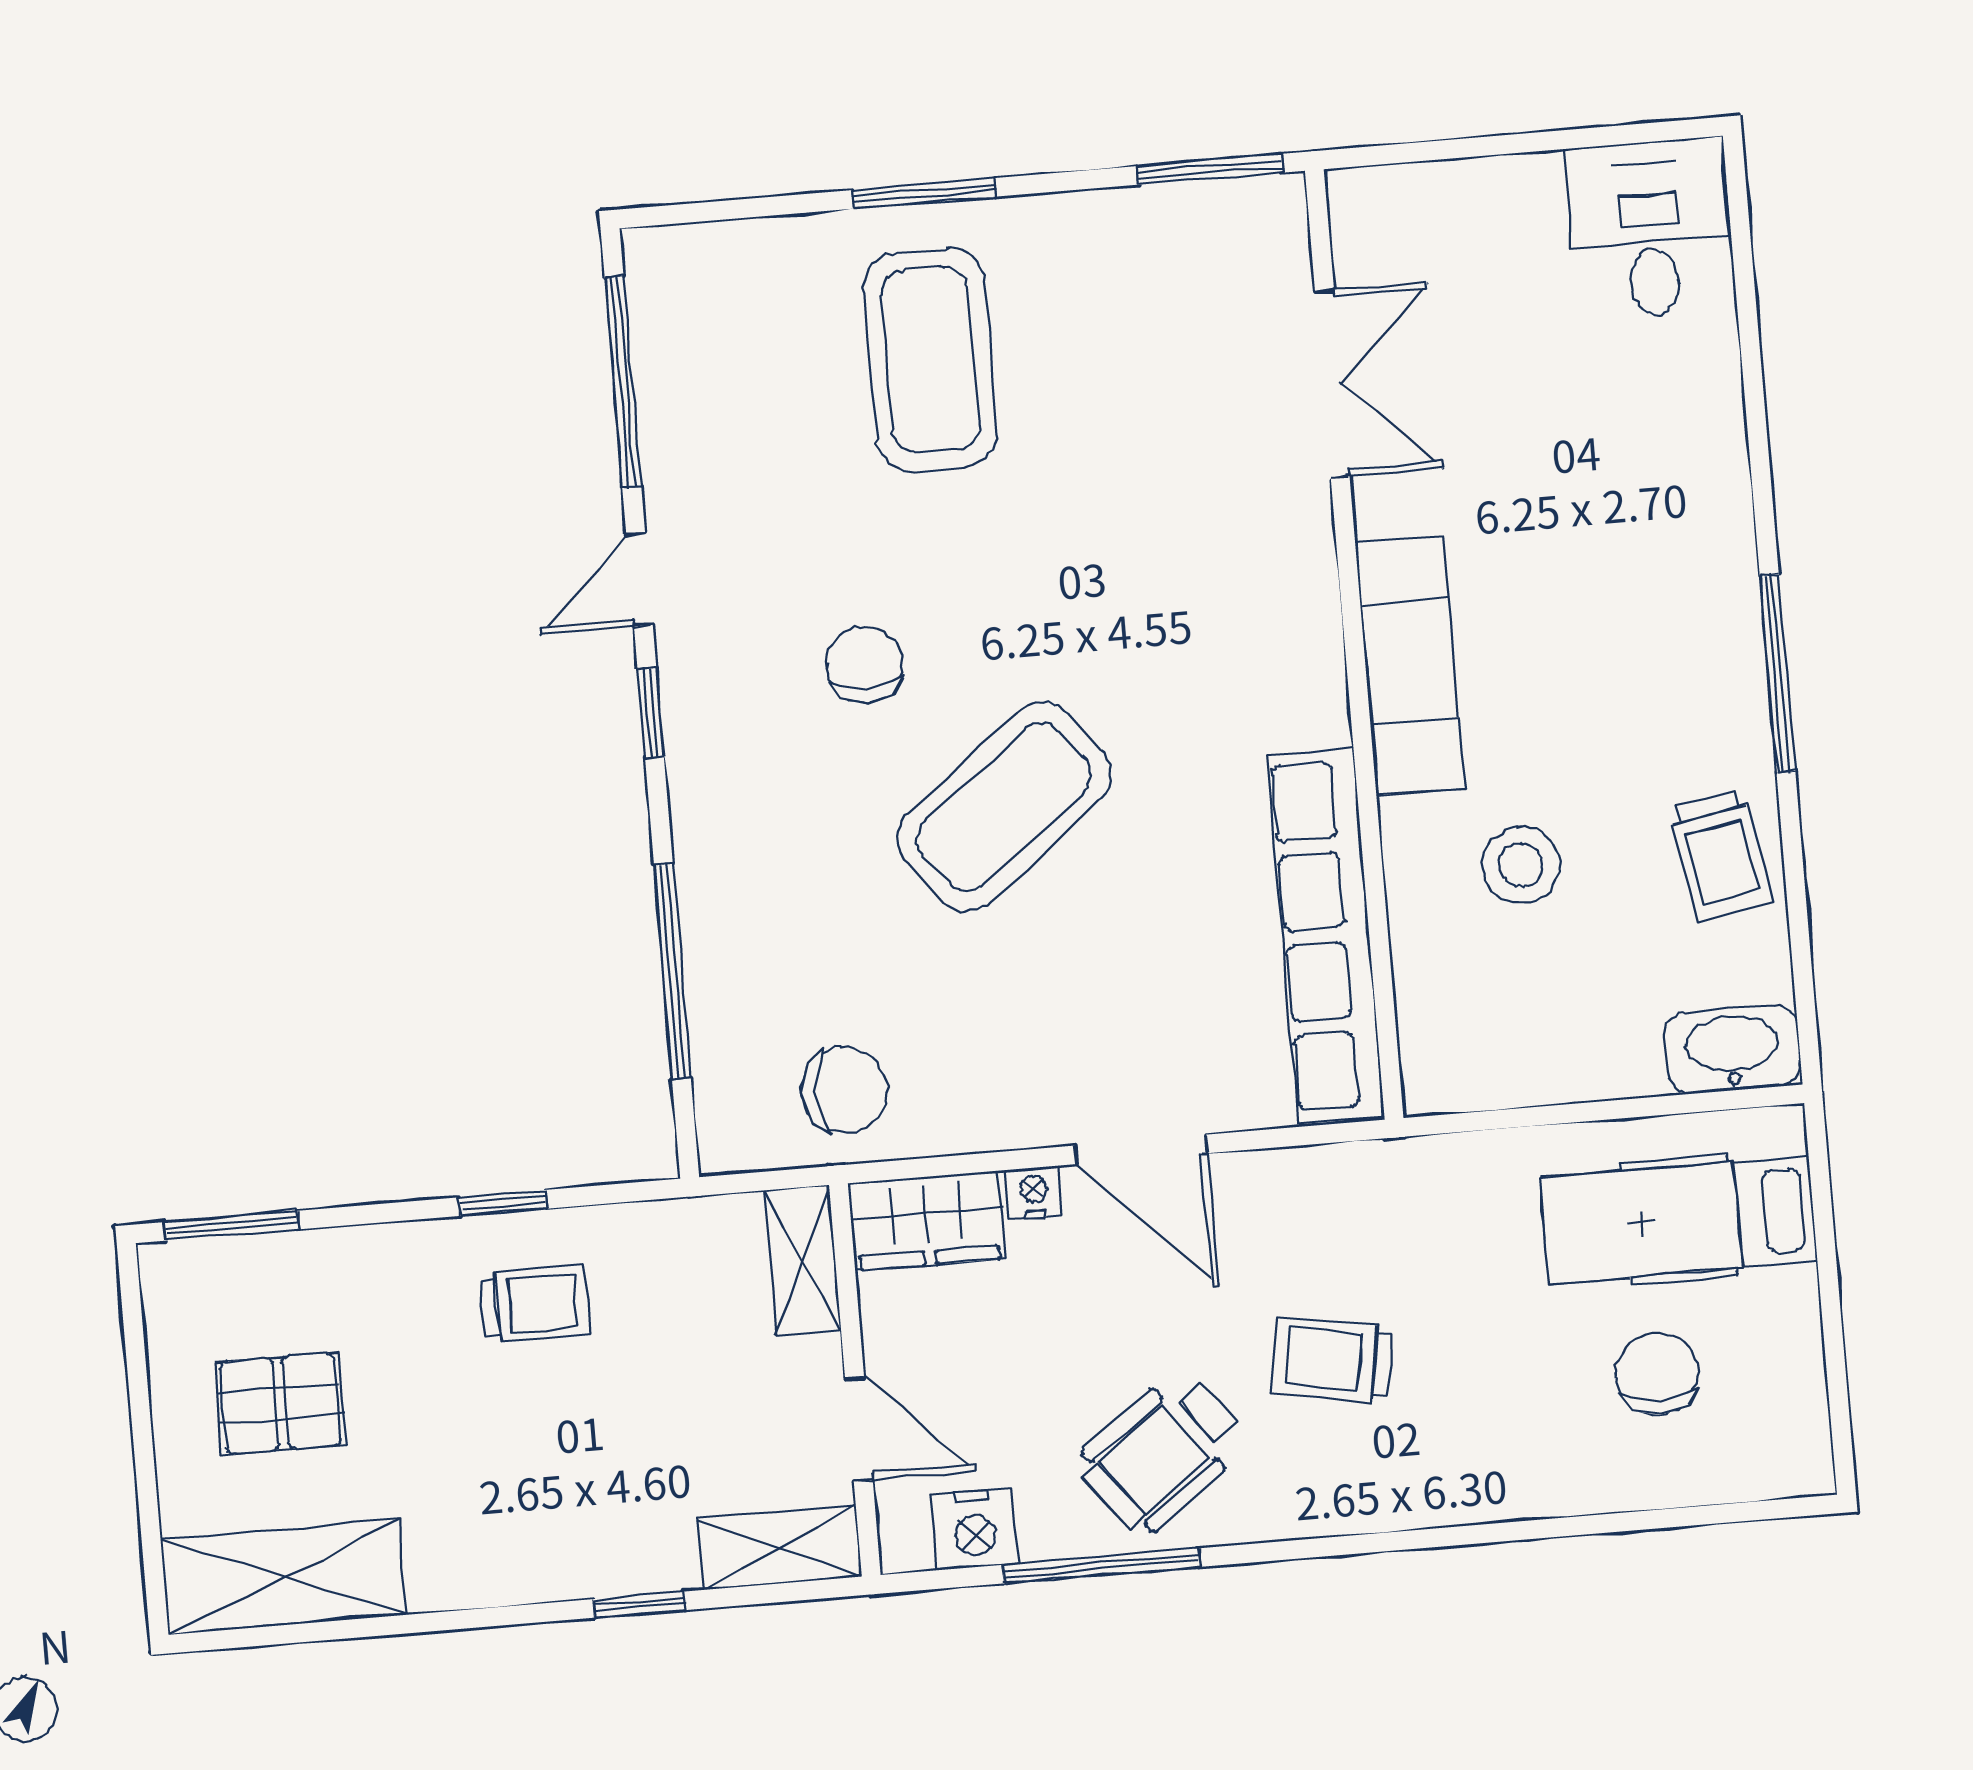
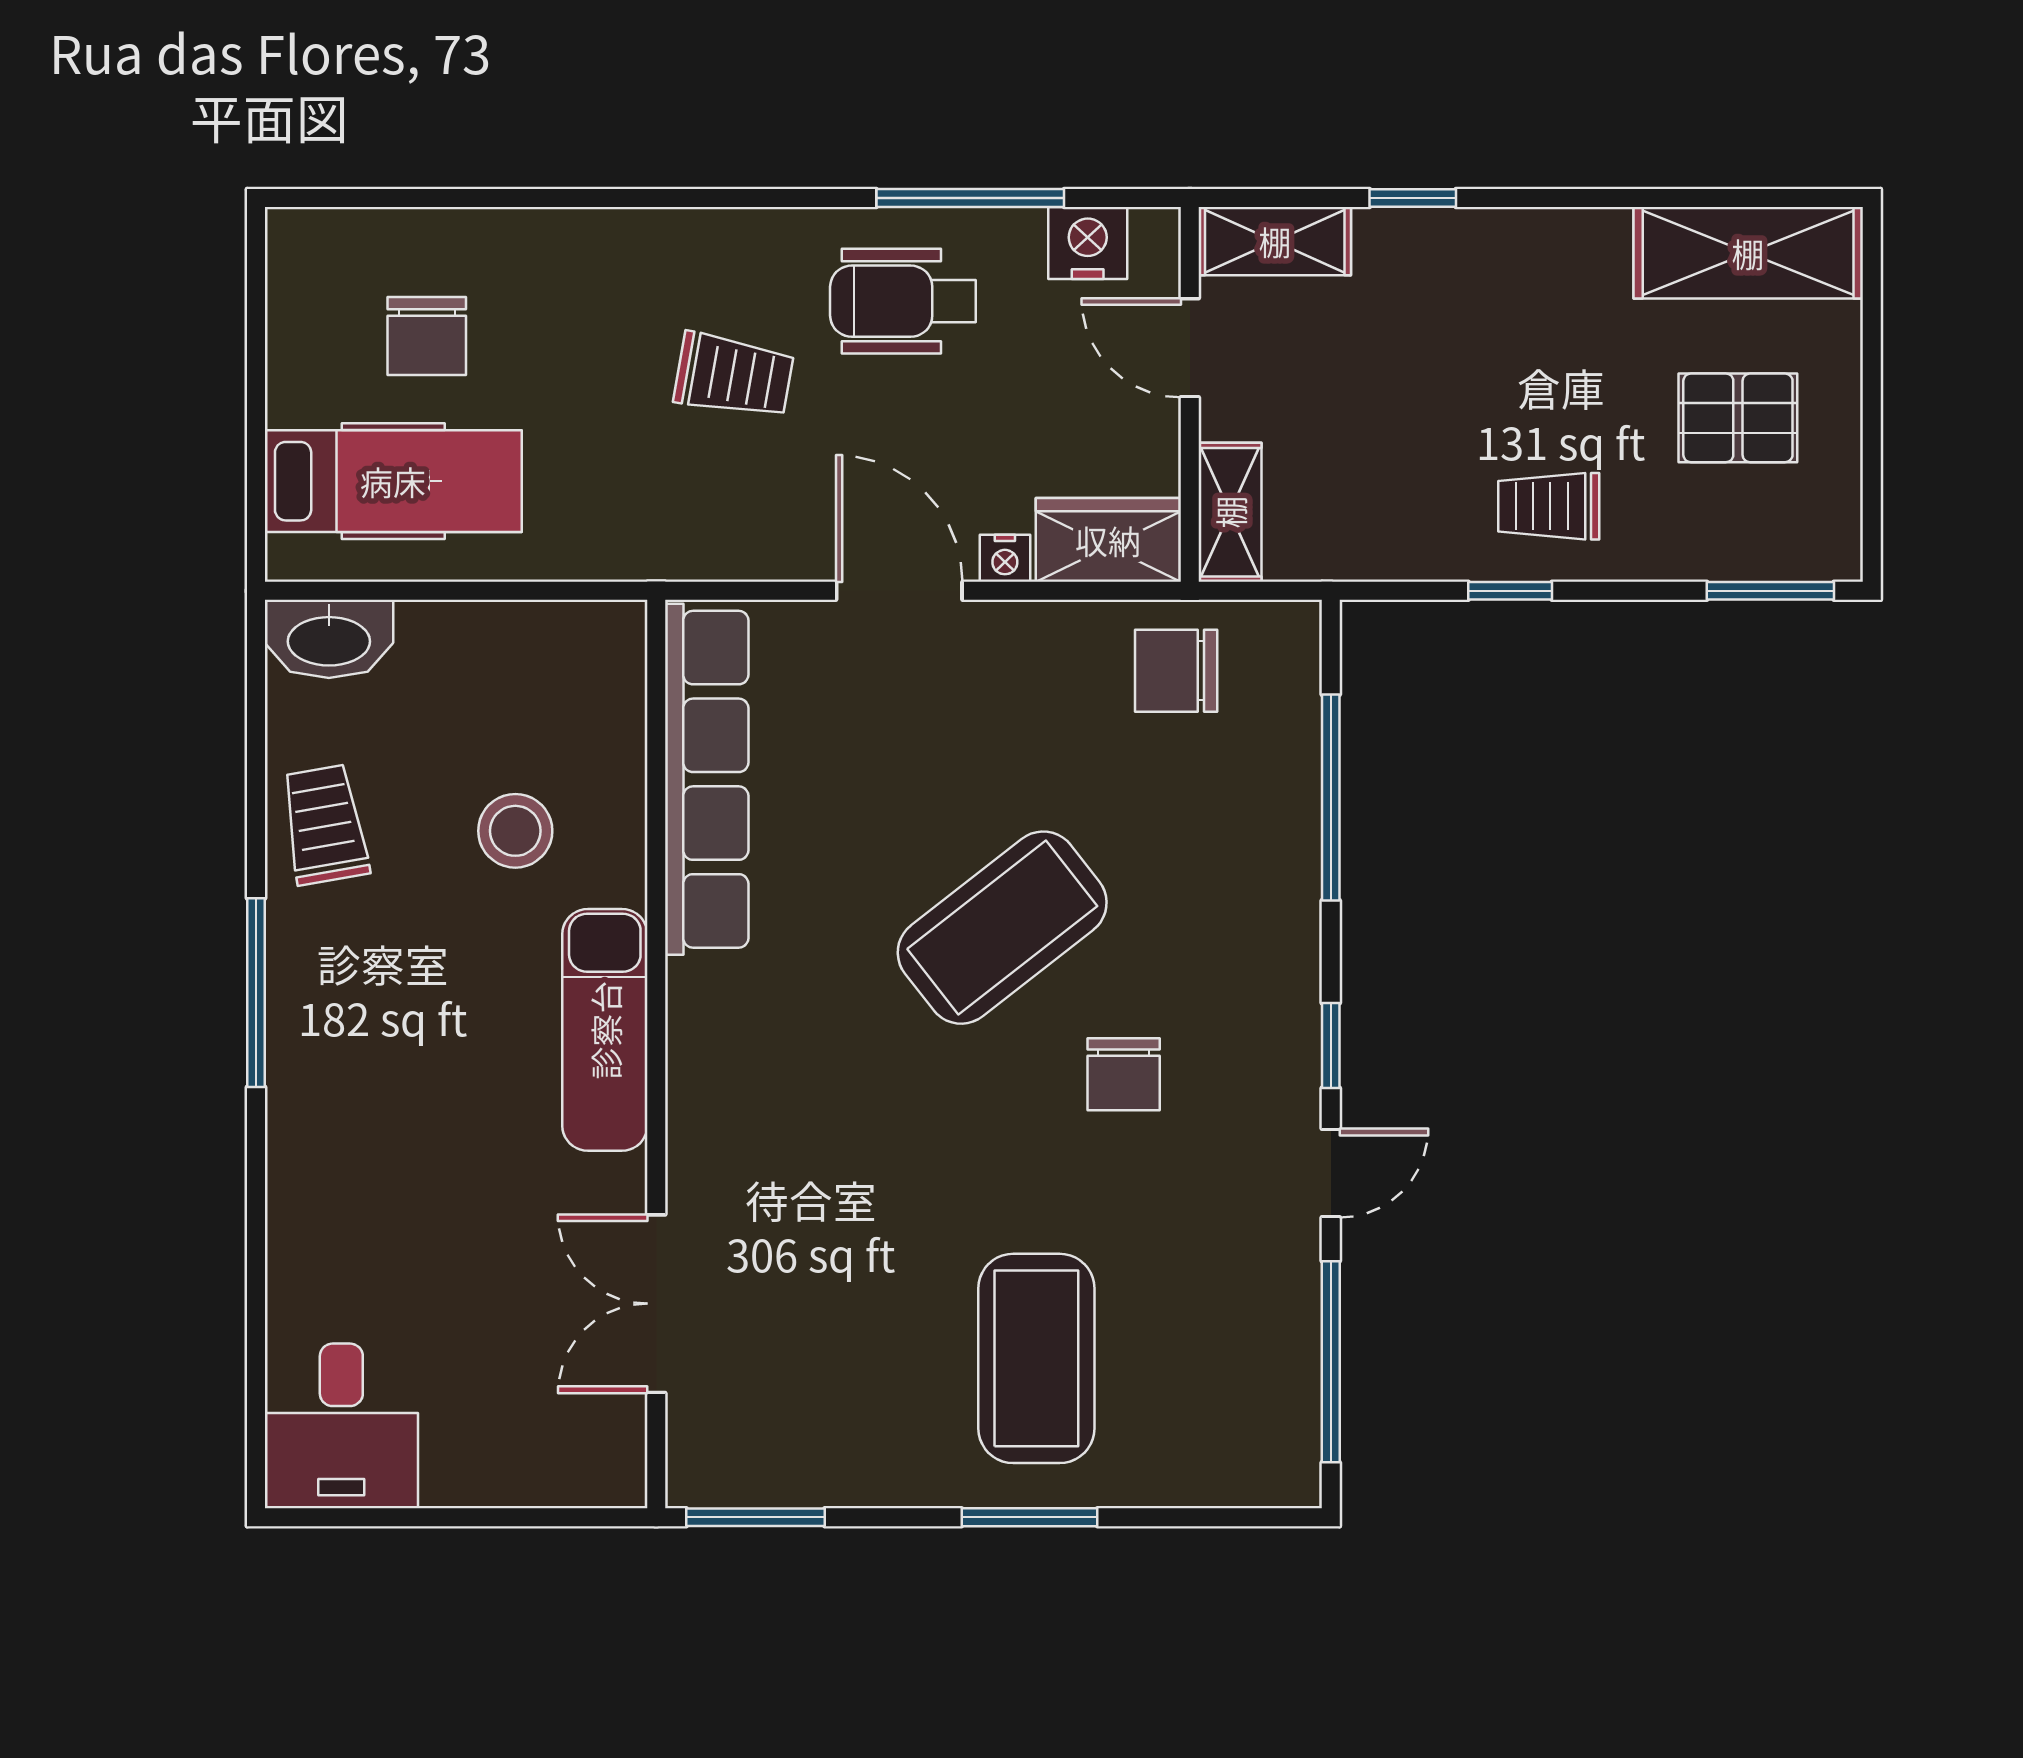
trolley: (535, 1304) -> (1549, 506), moved
wheelchair: (1162, 1452) -> (903, 301), turned -143

